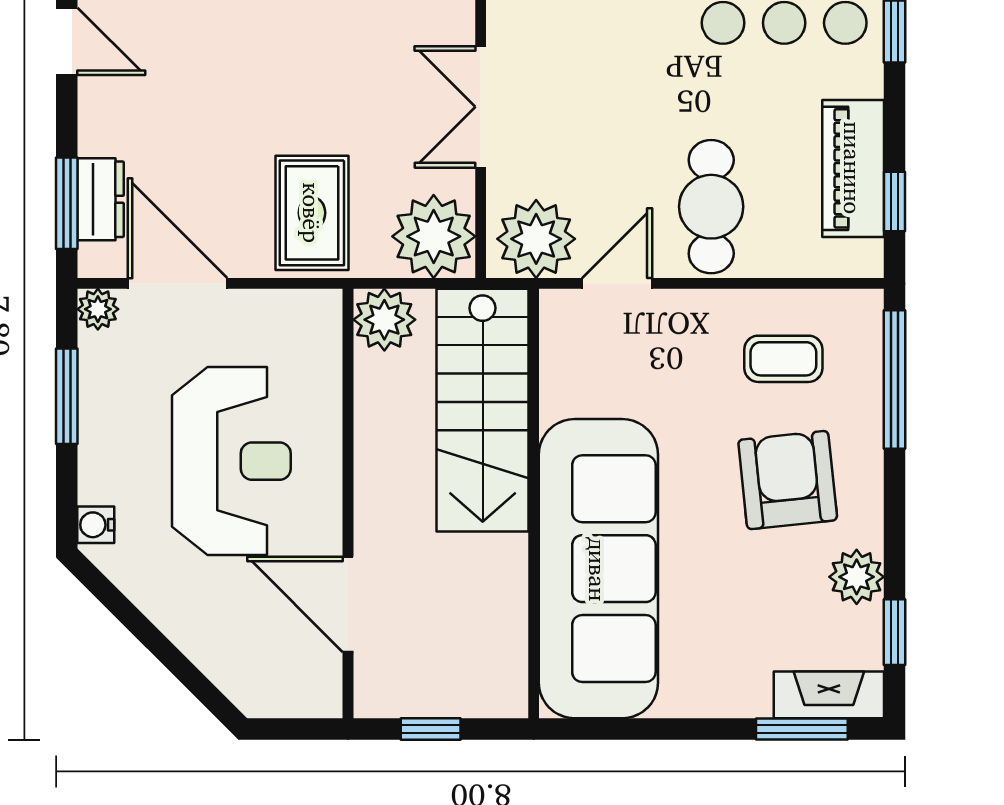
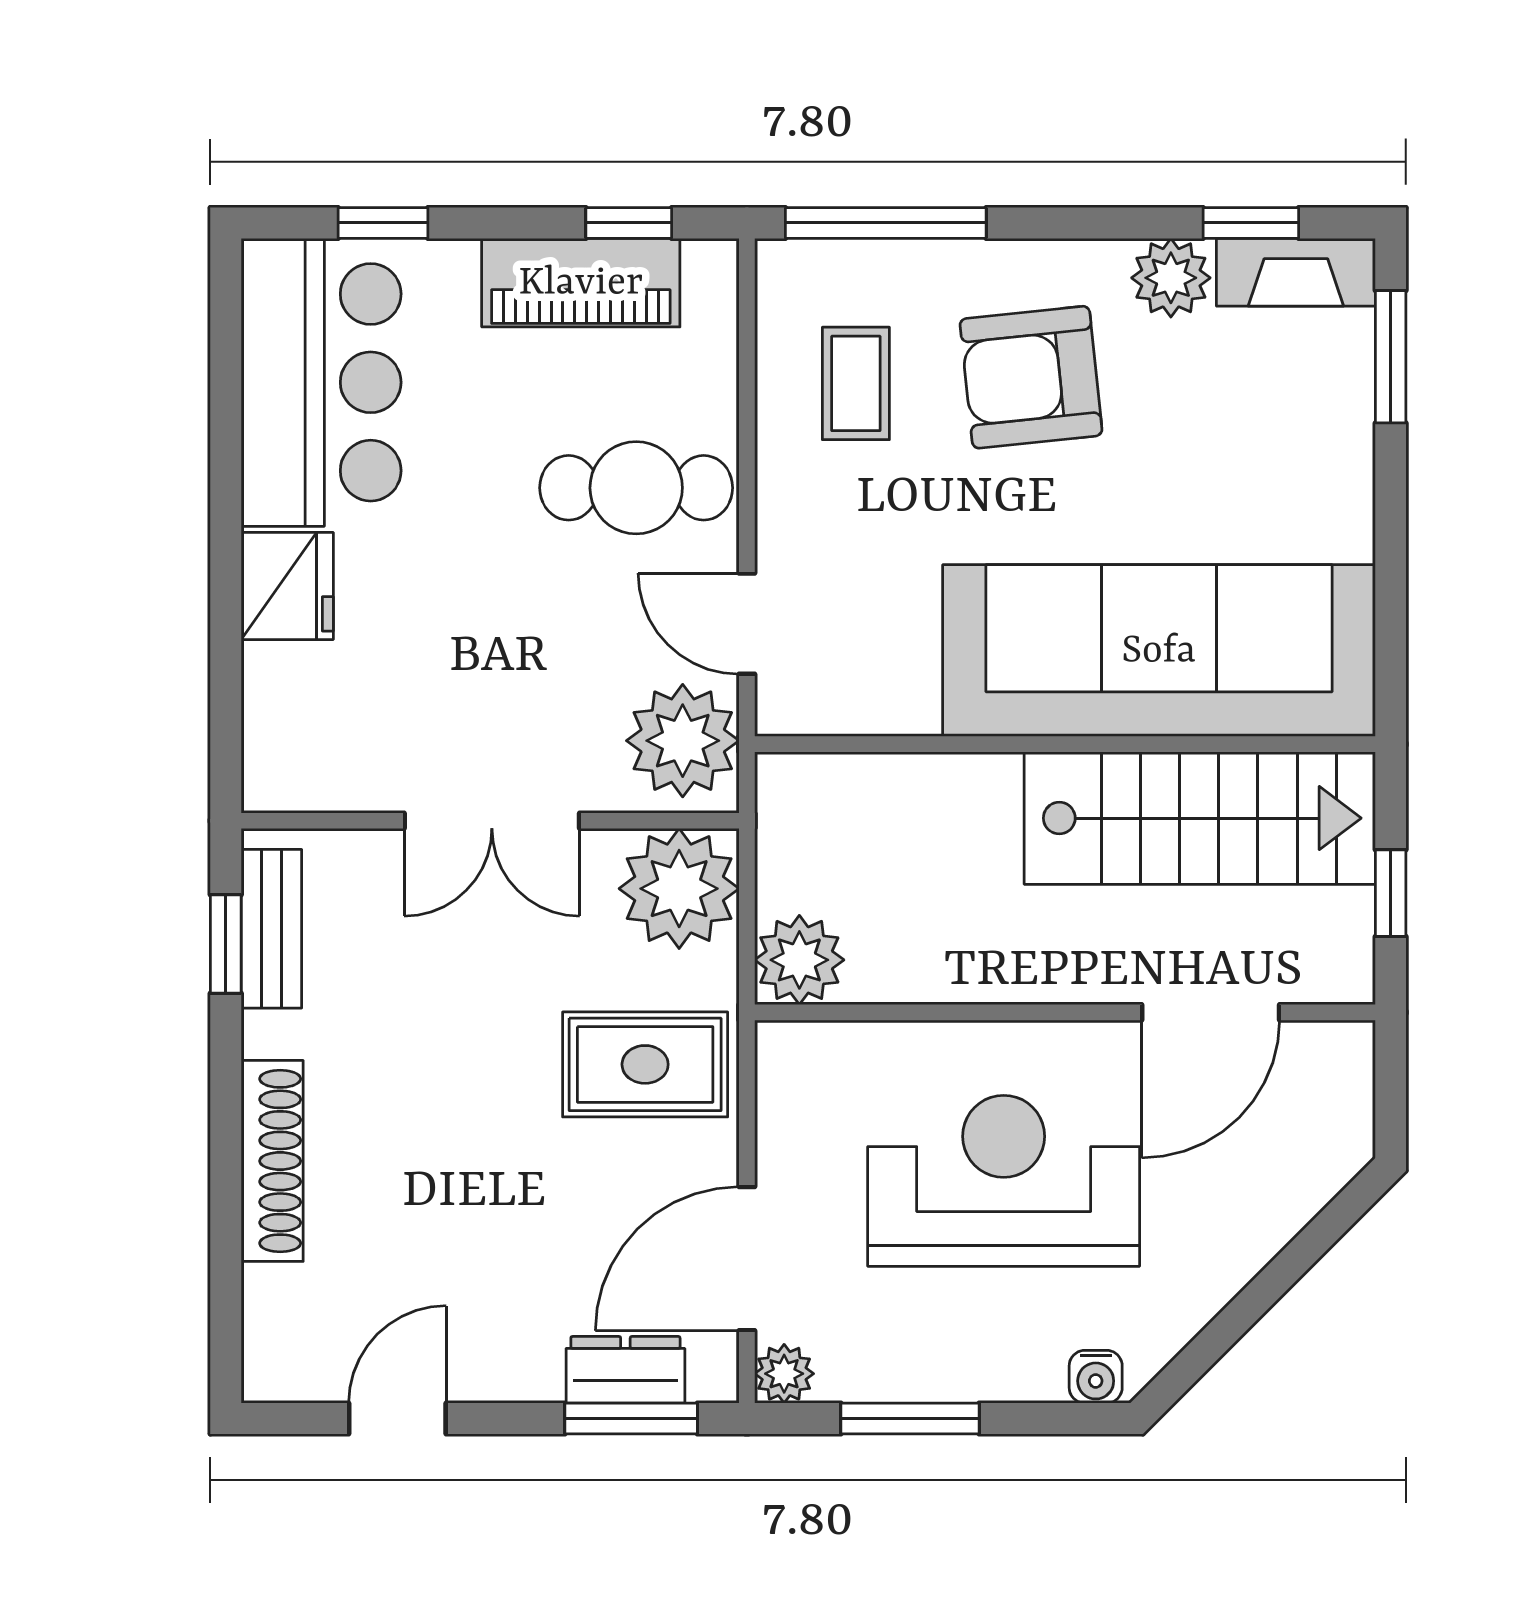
stairs: (483, 410) -> (1200, 818), moved
fireplace: (829, 695) -> (1296, 272), moved, turned -90

